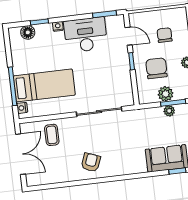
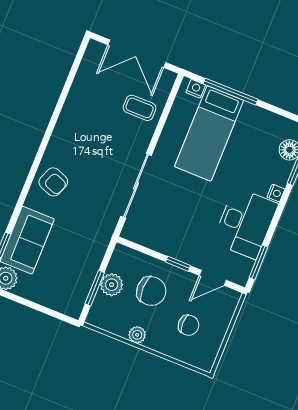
plant: (169, 111) -> (87, 277), removed
armchair: (91, 162) -> (53, 182), moved

